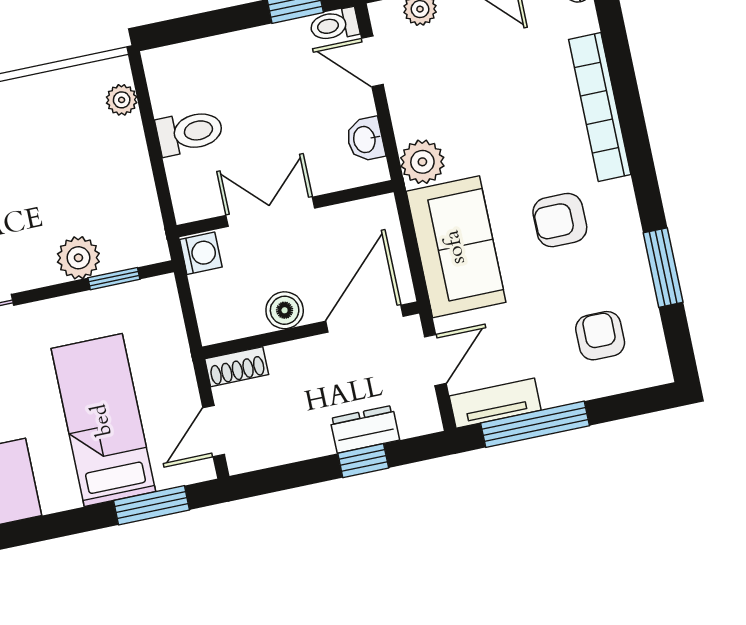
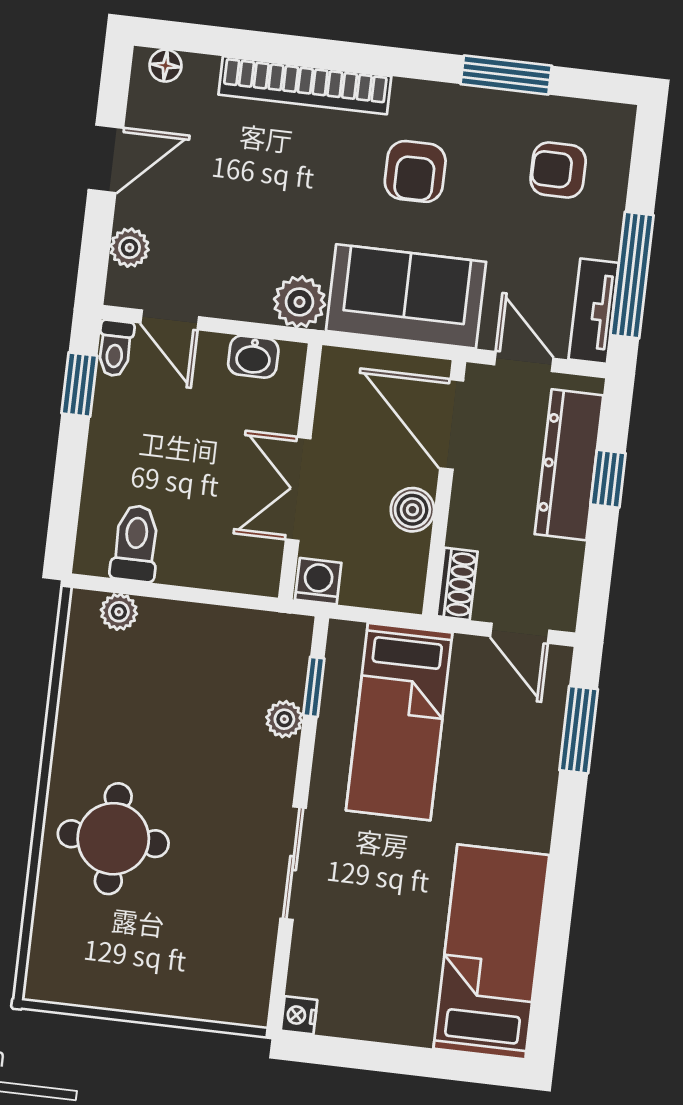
door: (372, 61) -> (170, 320), hinge flipped
toilet: (190, 132) -> (136, 543), moved
plant: (78, 258) -> (284, 719), width x0.73, depth x0.73
bed: (103, 420) -> (399, 722), moved, turned -90
dresser: (365, 429) -> (569, 465), width x1.96, depth x1.24

